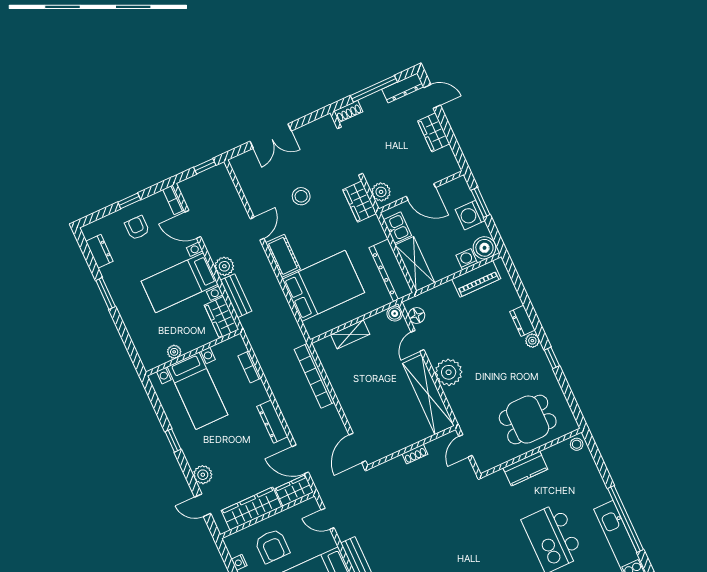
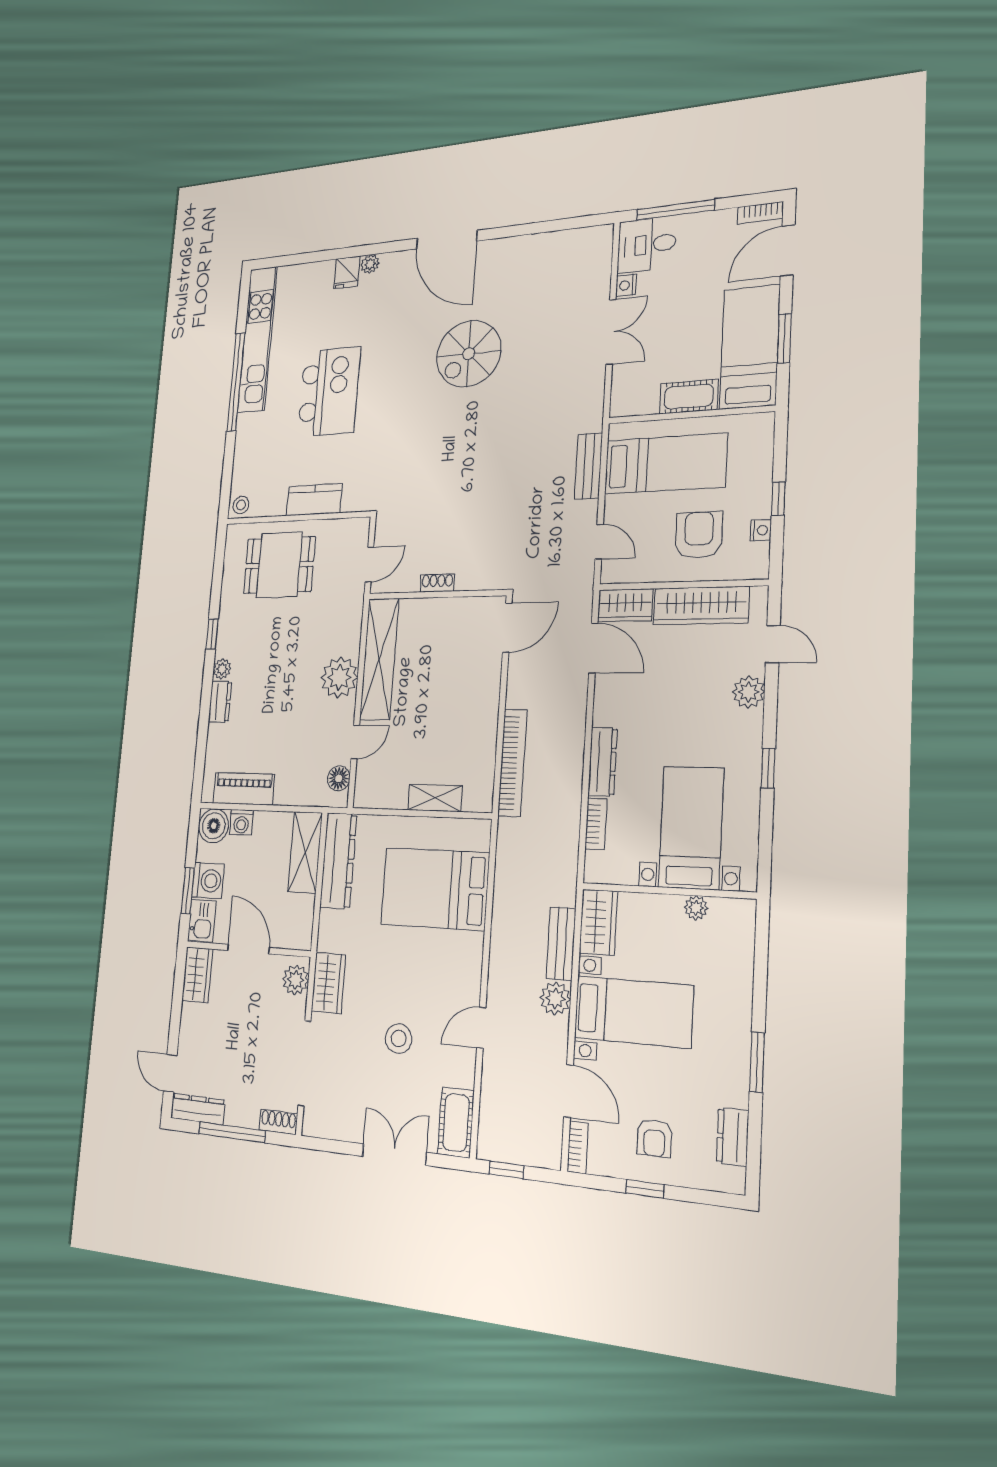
wardrobe: (434, 132) -> (197, 975), moved
kitchen sink: (398, 228) -> (202, 921), moved, turned 180
cot: (283, 256) -> (456, 1122), moved
boiler: (395, 314) -> (364, 796), removed
dresser: (272, 422) -> (603, 762), moved

